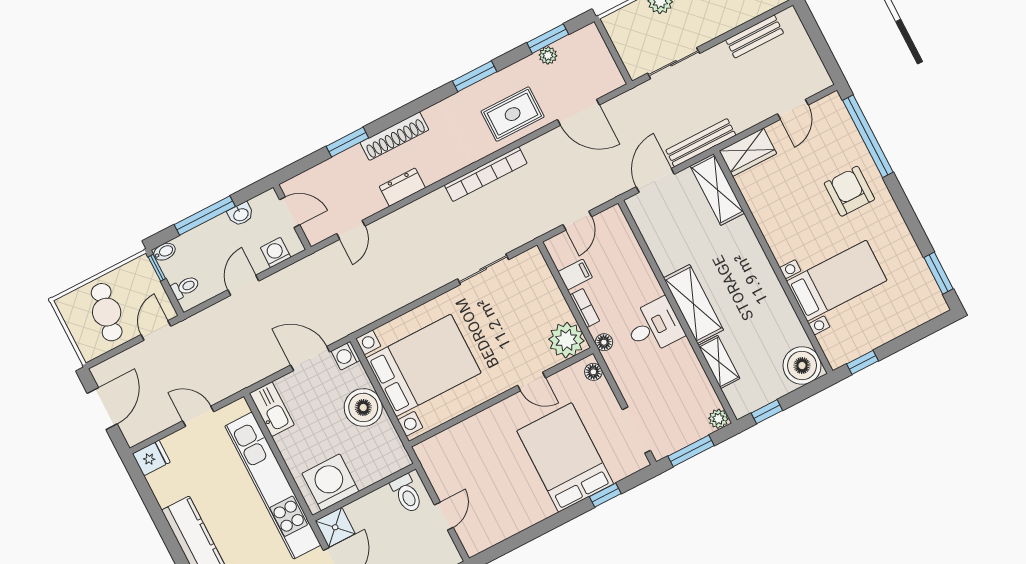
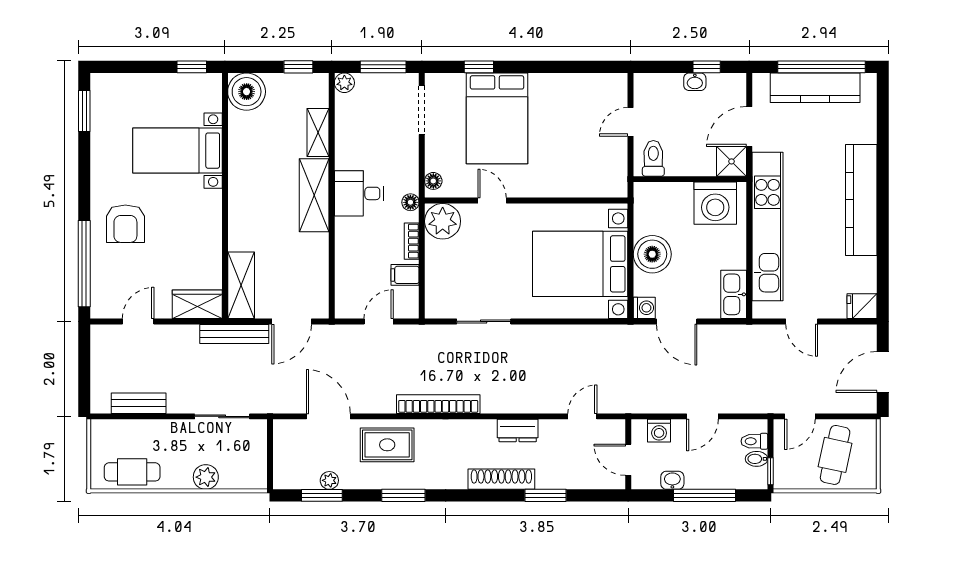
bidet: (164, 252) -> (757, 459), moved

